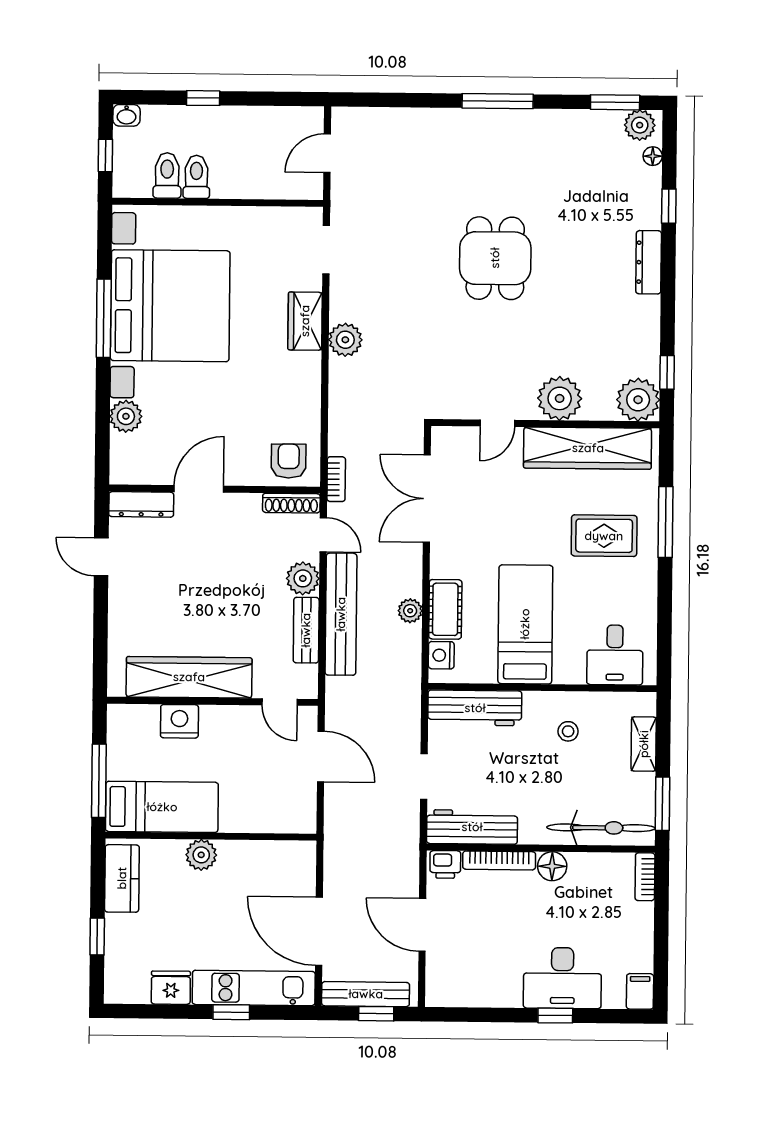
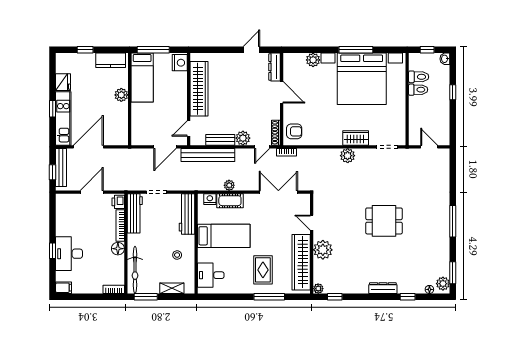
plant: (638, 400) -> (318, 289), width x0.53, depth x0.53
bench: (341, 614) -> (208, 155), moved
nightstand: (179, 721) -> (180, 63), moved

